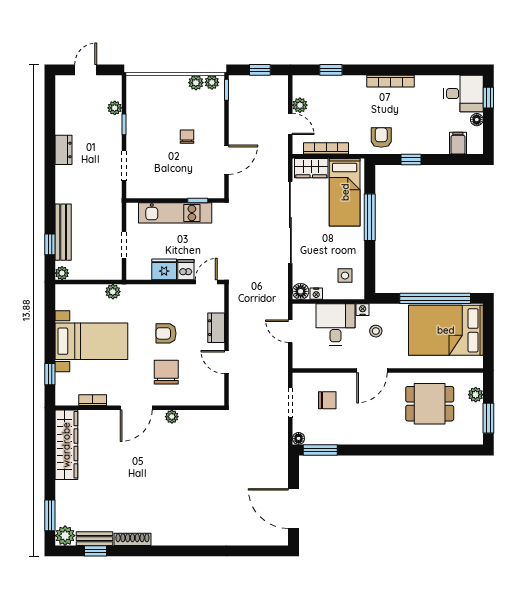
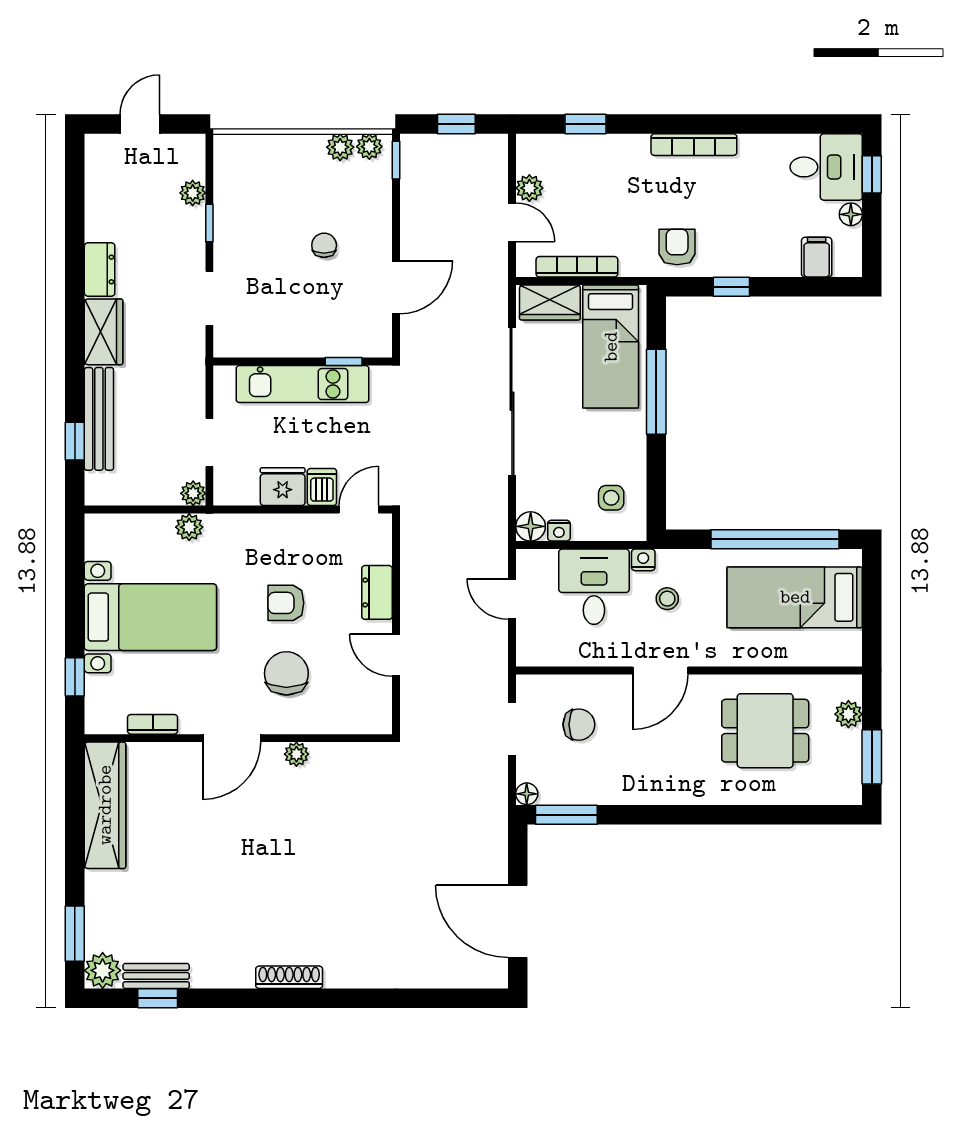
wardrobe: (66, 184) -> (104, 332), added
plant: (62, 273) -> (193, 493), moved
bed: (446, 330) -> (795, 597), width x0.67
shoe rack: (132, 539) -> (289, 977), moved

